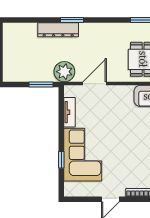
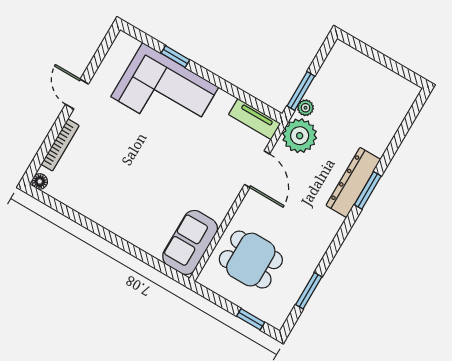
dresser: (58, 30) -> (353, 182), moved
plant: (48, 77) -> (305, 108), added
tv unit: (69, 112) -> (255, 119), moved

